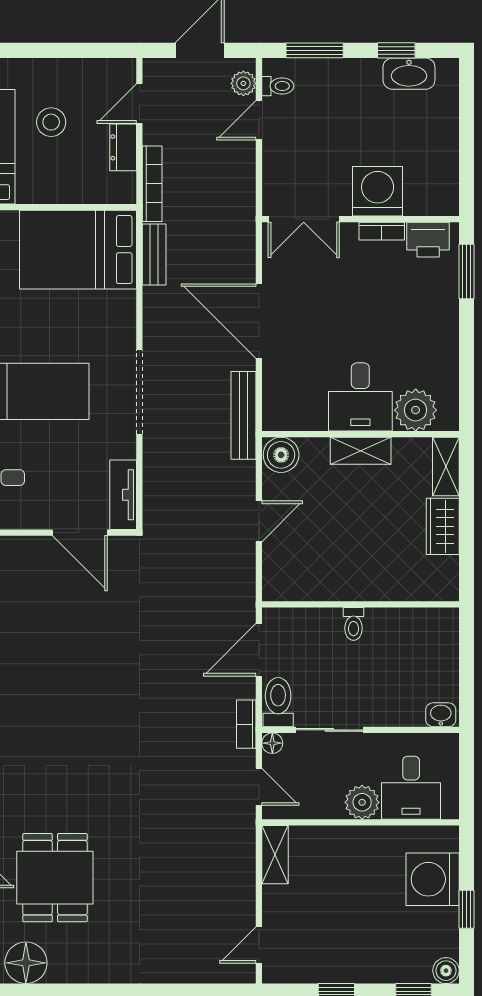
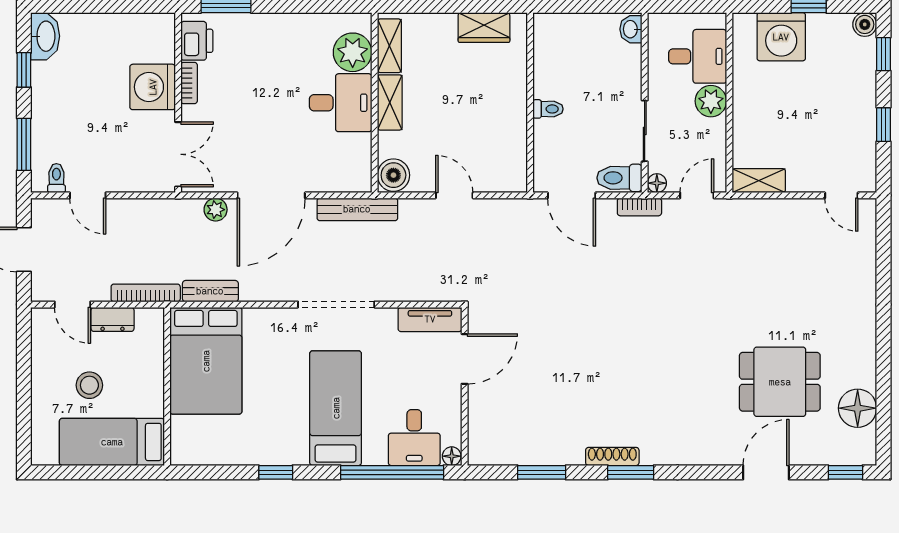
washbasin: (409, 74) -> (45, 36), moved
plant: (243, 83) -> (216, 210), moved
shelving: (446, 466) -> (389, 46), moved, turned 90
wardrobe: (443, 526) -> (484, 27), moved

